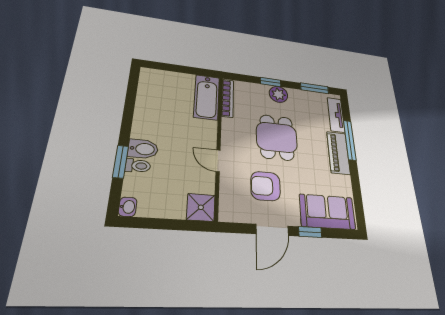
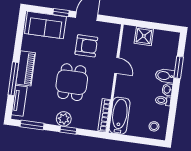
stool: (157, 84) -> (154, 126), added
toilet: (138, 166) -> (163, 101), moved
washbasin: (128, 207) -> (167, 90), moved
shower: (201, 207) -> (144, 36), moved

